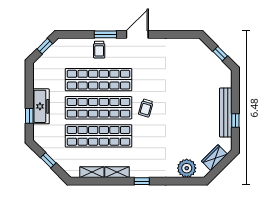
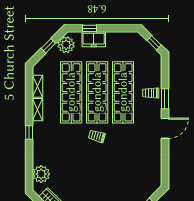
door: (137, 34) -> (165, 128), hinge flipped
freezer: (41, 106) -> (94, 39), width x0.71
plant: (47, 141) -> (66, 45), added

